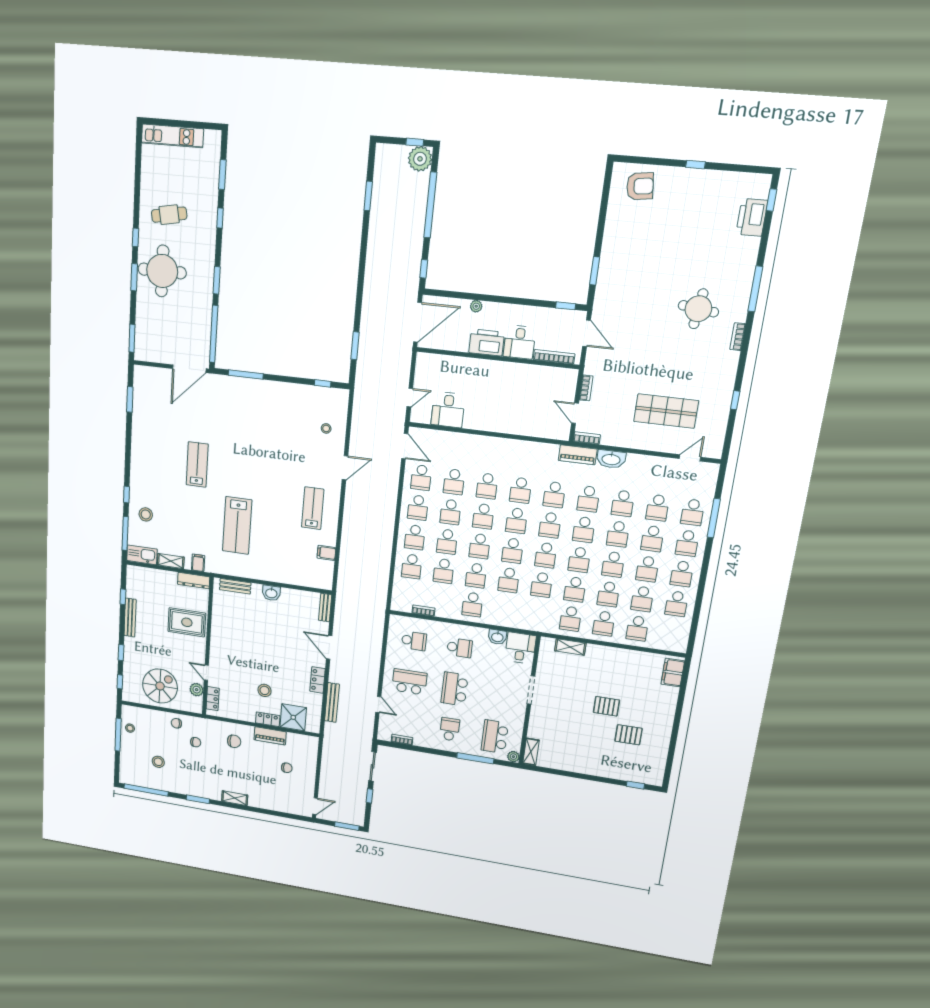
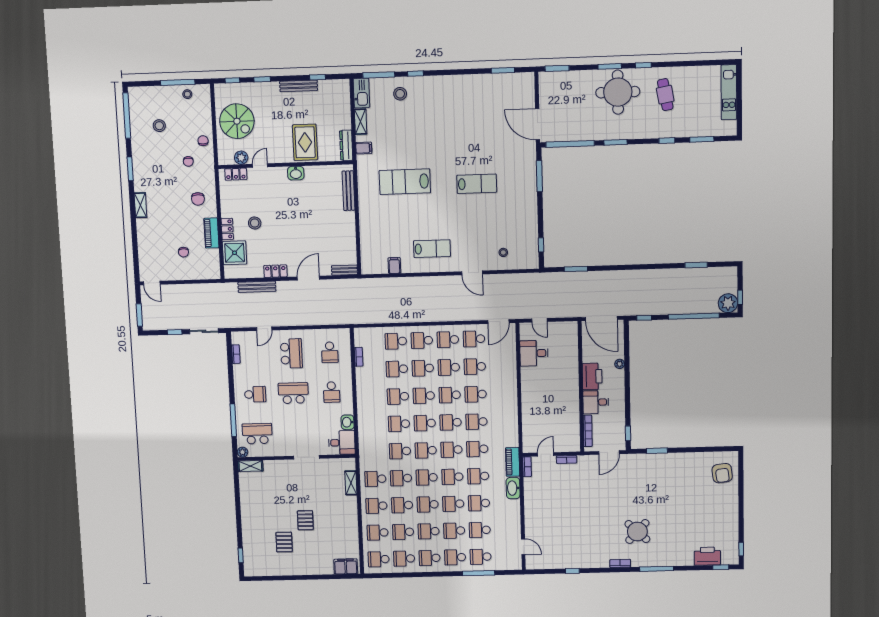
window: (696, 165) -> (741, 549), moved
round table: (698, 309) -> (637, 532), turned 36
shop shelf: (666, 411) -> (557, 522), removed
lab bench: (197, 464) -> (477, 184), moved
bench: (235, 586) -> (349, 191), width x1.36
washbasin: (271, 593) -> (296, 173), moved, turned -90
school desk: (472, 604) -> (379, 559), moved

